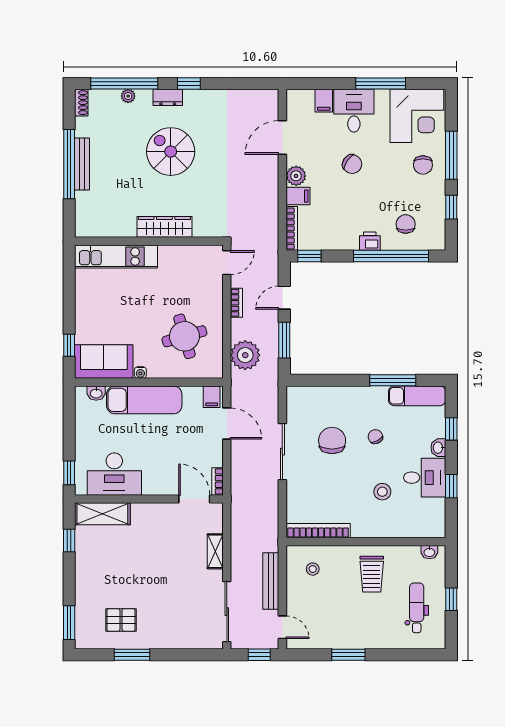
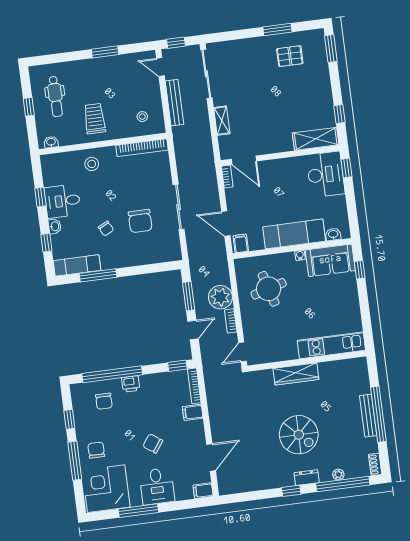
filing cabinet: (324, 101) -> (203, 491), moved, turned -90
plant: (296, 176) -> (196, 428), removed
plant: (245, 355) -> (220, 297), moved
desk: (114, 474) -> (326, 174), moved, turned 90
stool: (382, 492) -> (92, 164), moved

